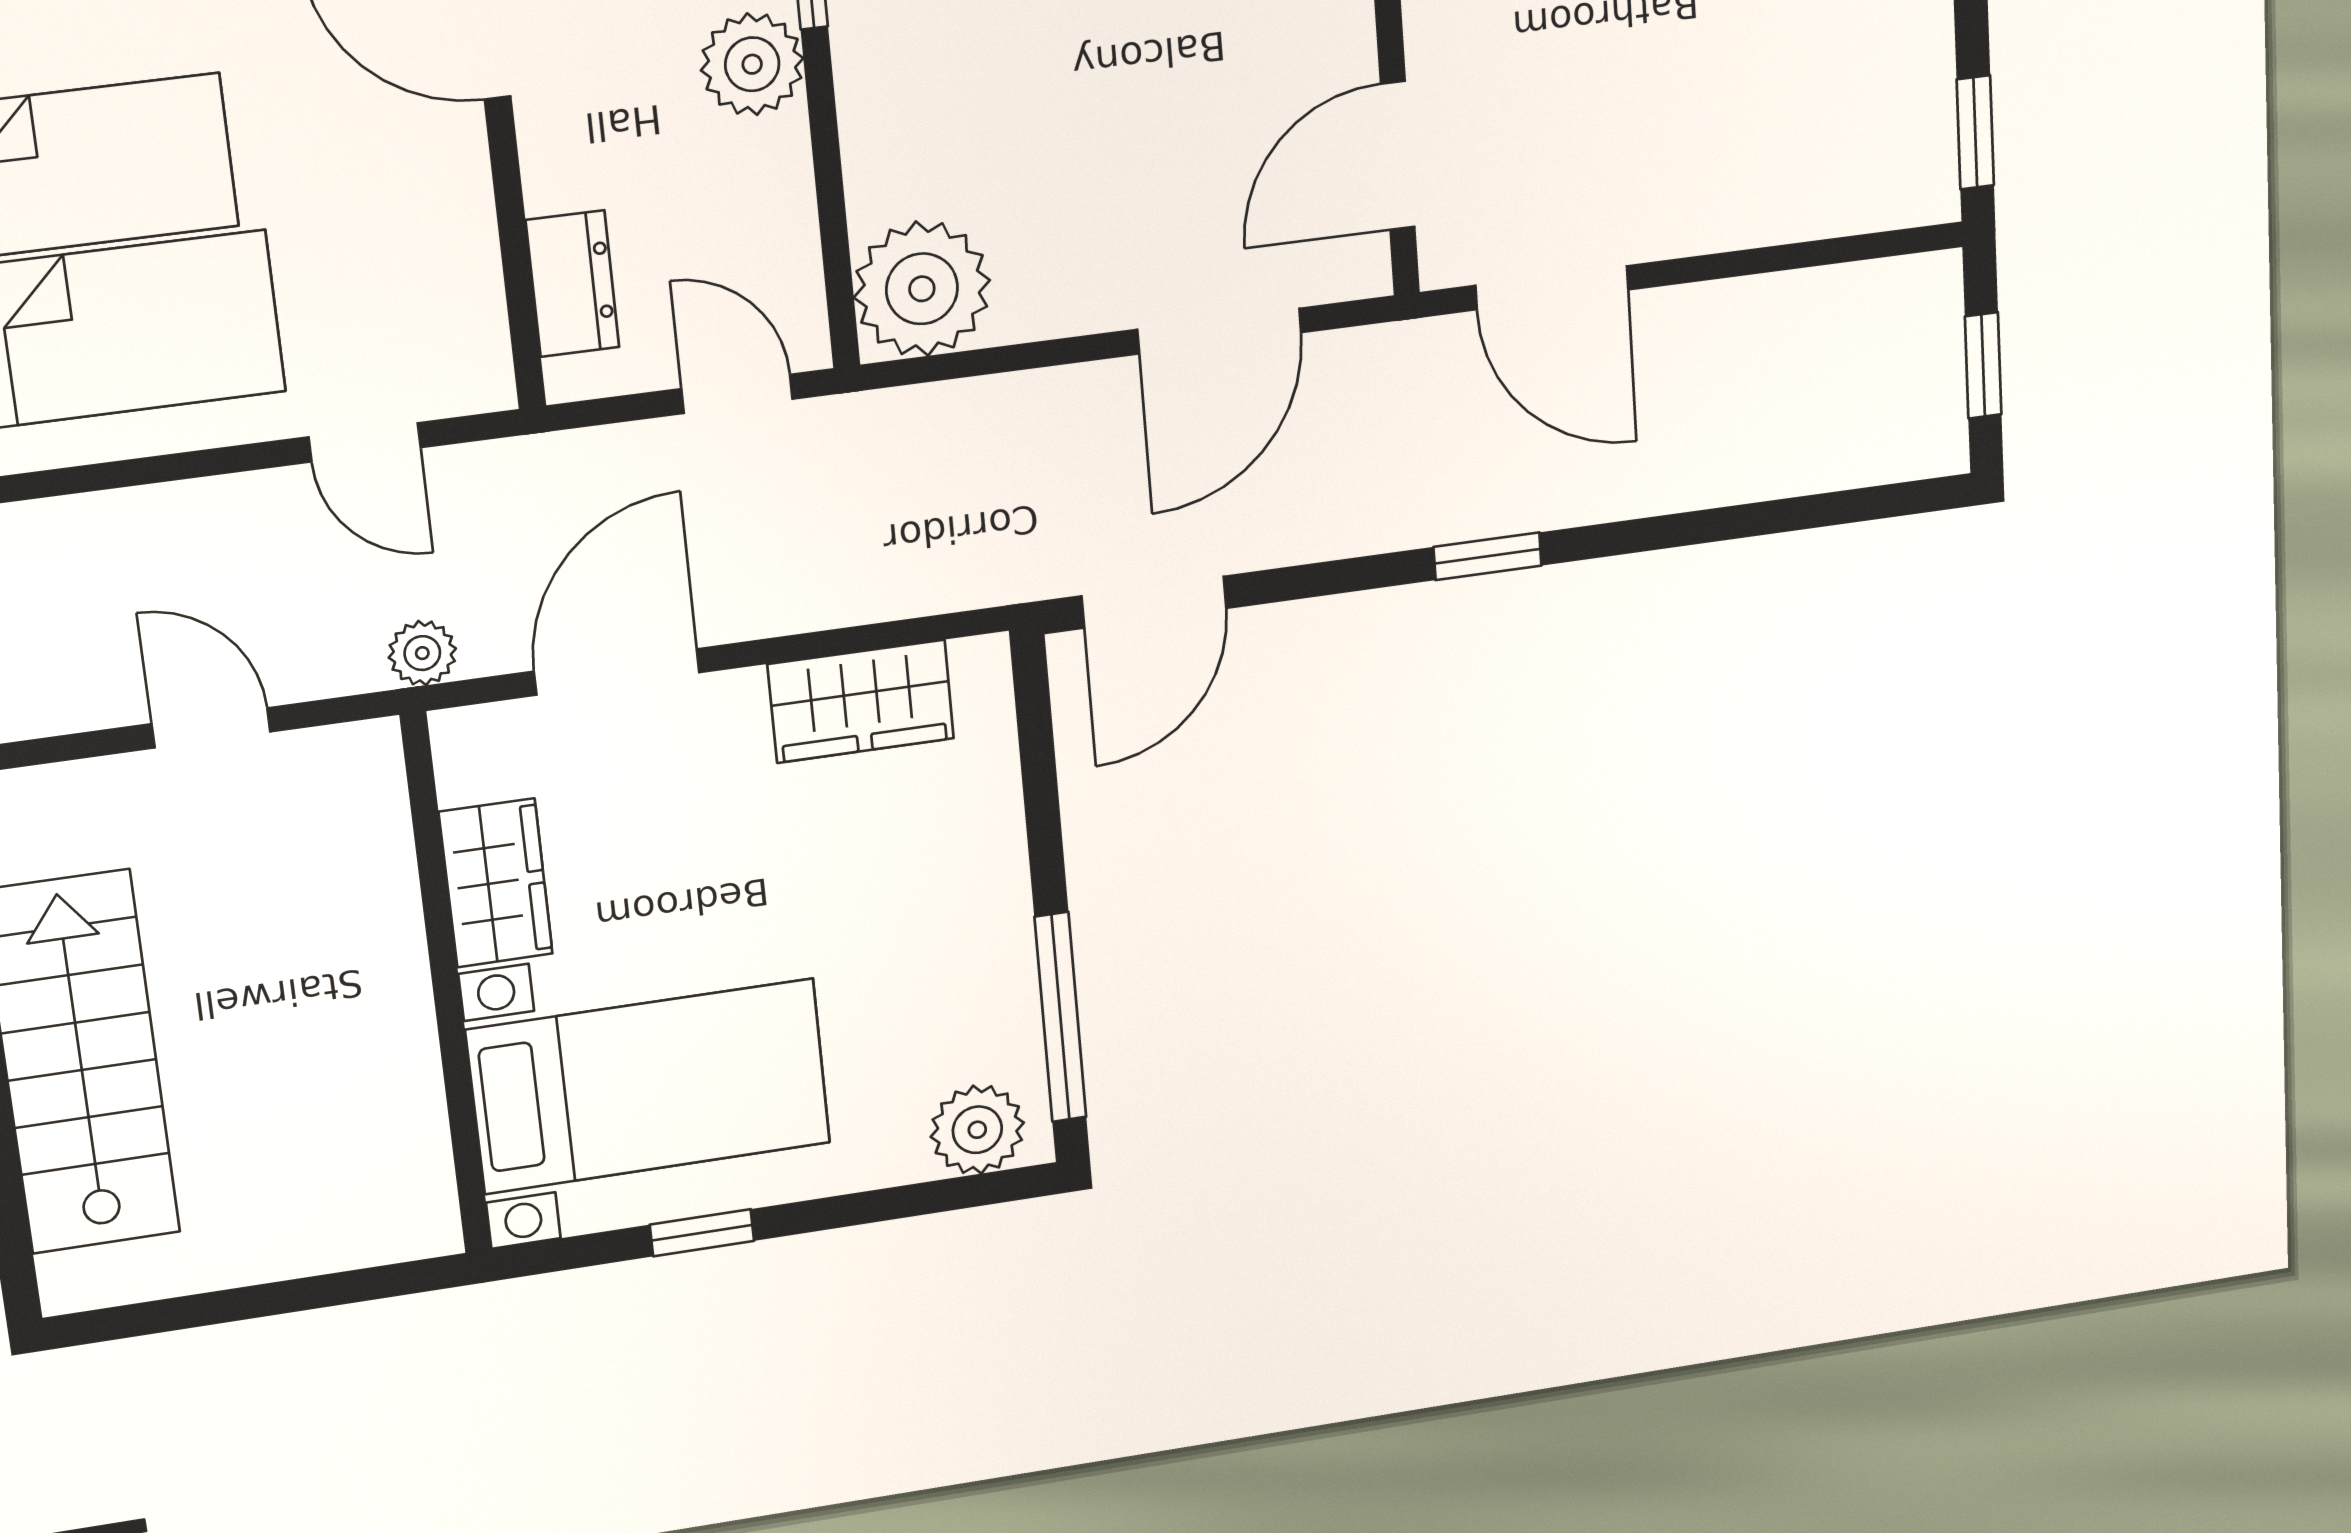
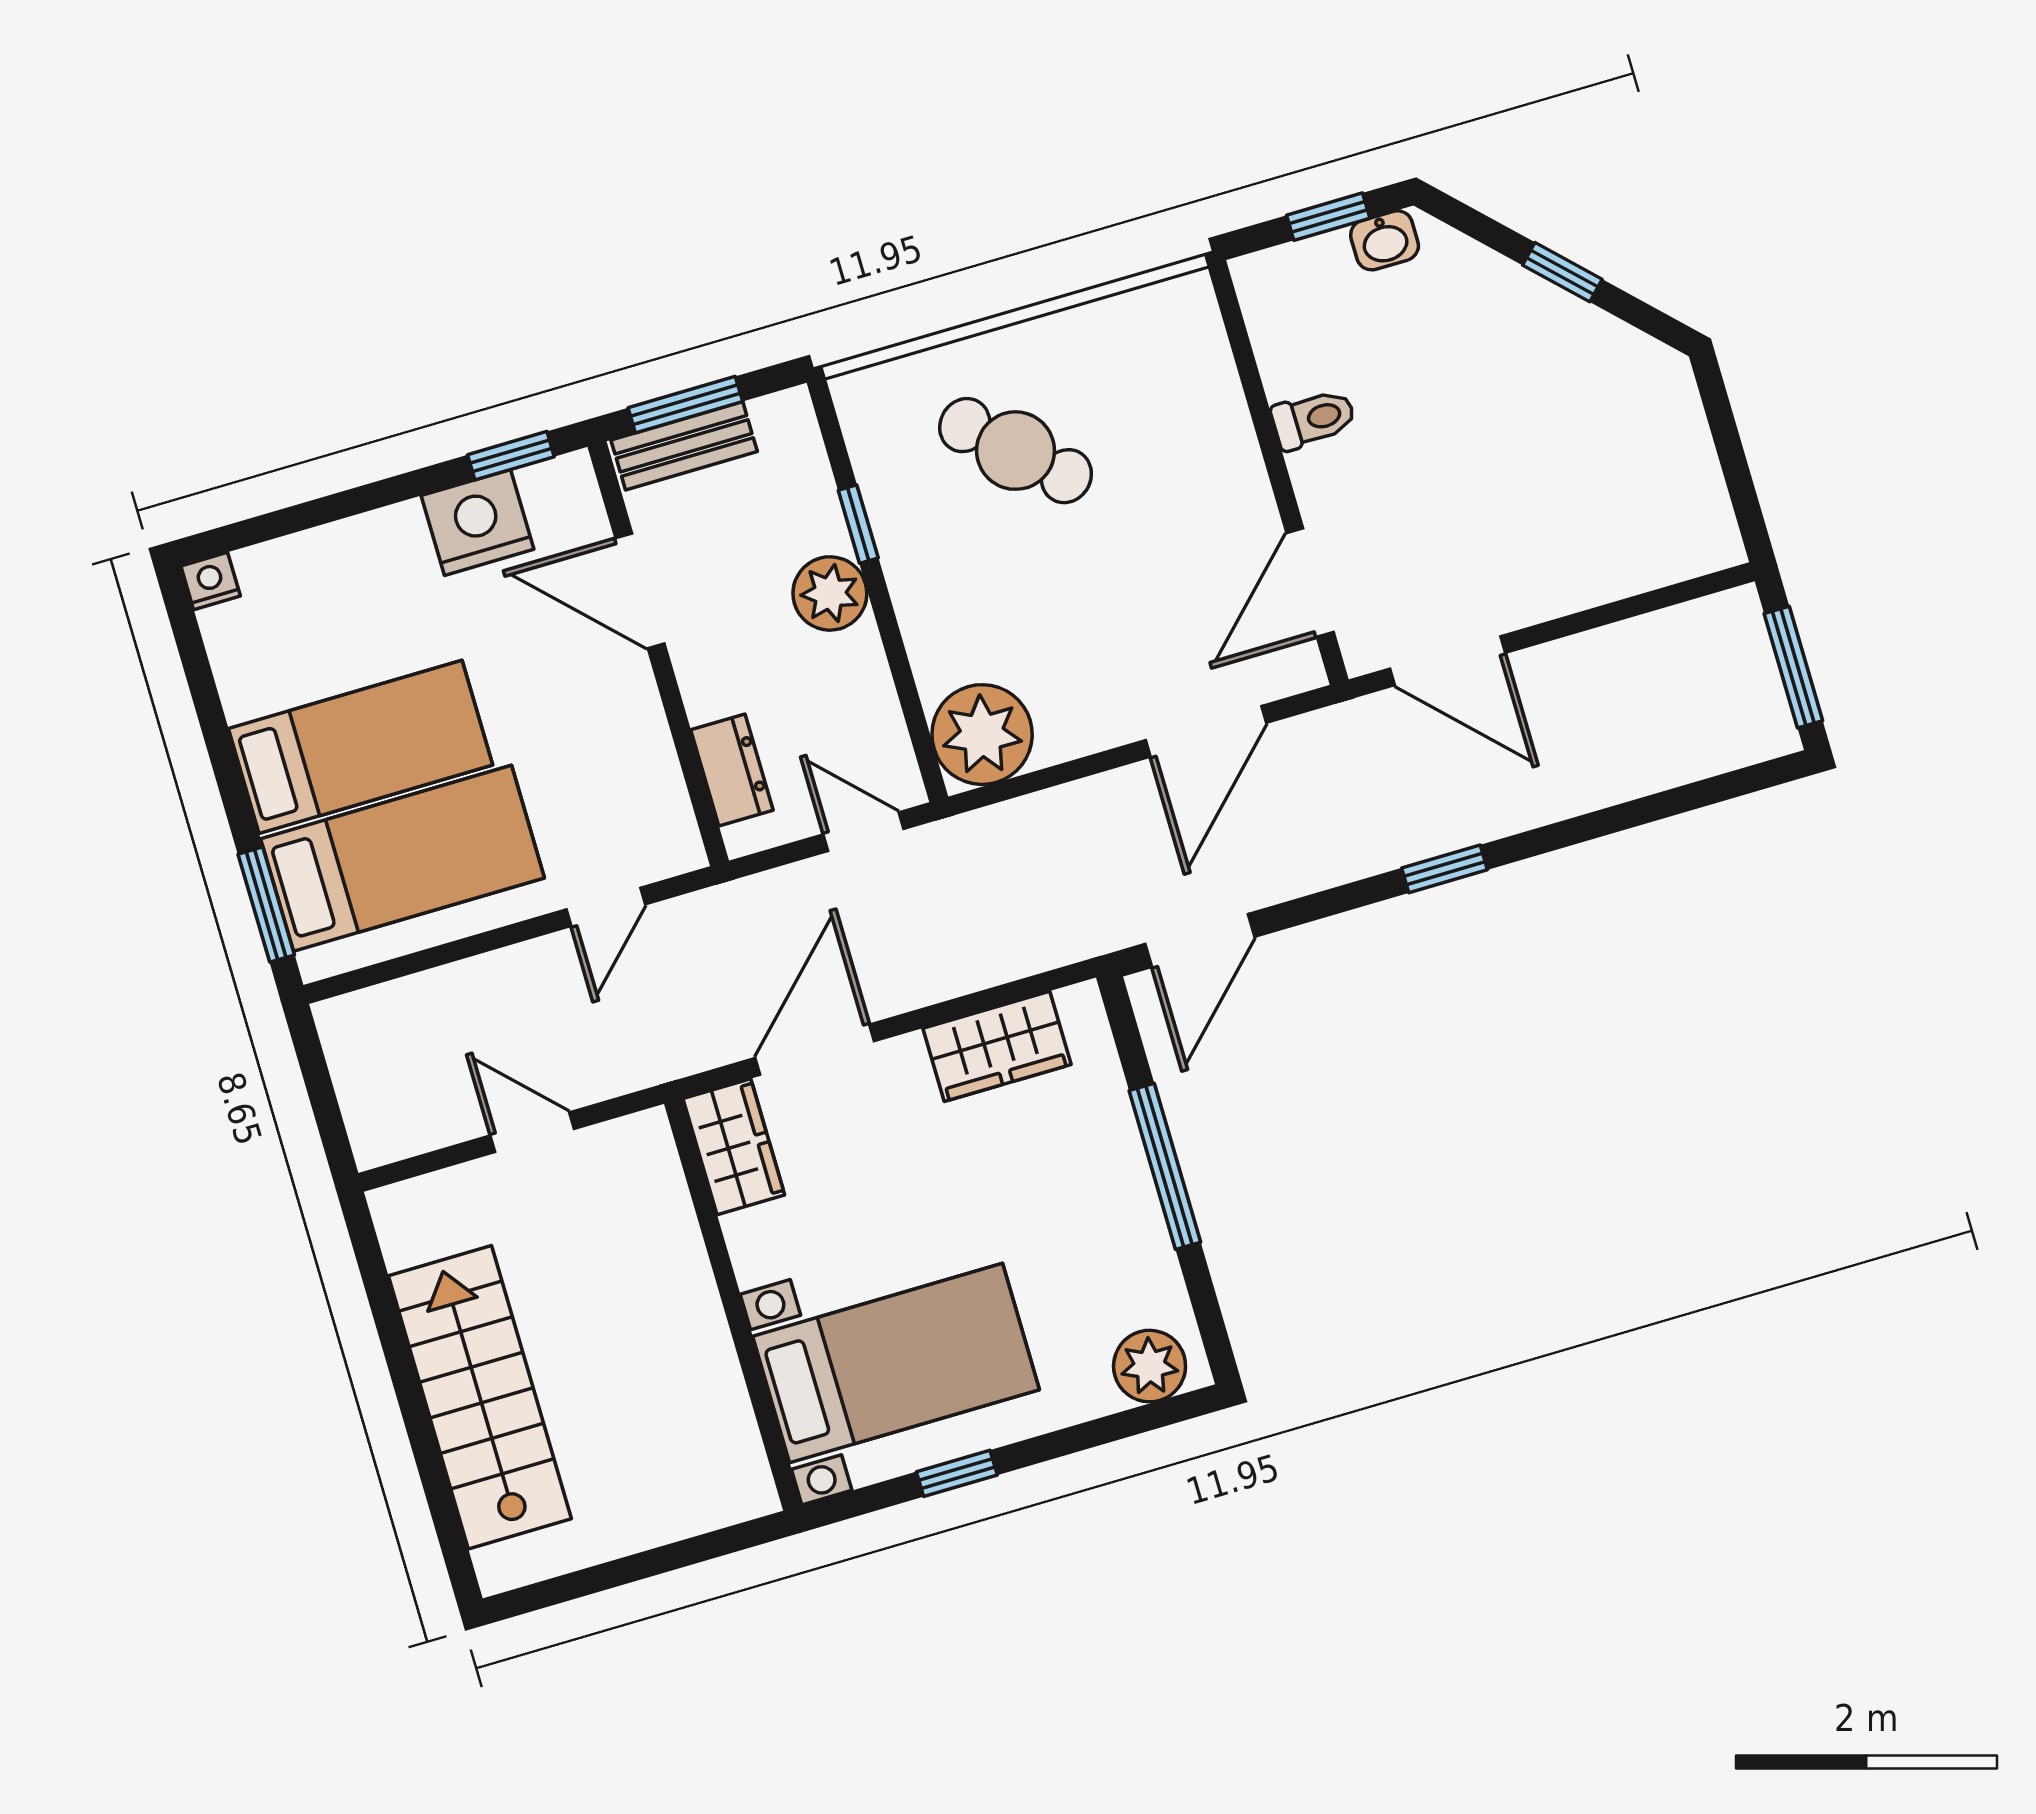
window: (1975, 132) -> (1743, 495), removed
window: (1983, 365) -> (1793, 667), width x1.50
door: (365, 442) -> (606, 907), hinge flipped
plant: (422, 653) -> (673, 1055), removed
wardrobe: (496, 883) -> (734, 1147), moved
window: (1060, 1017) -> (1165, 1166), moved

